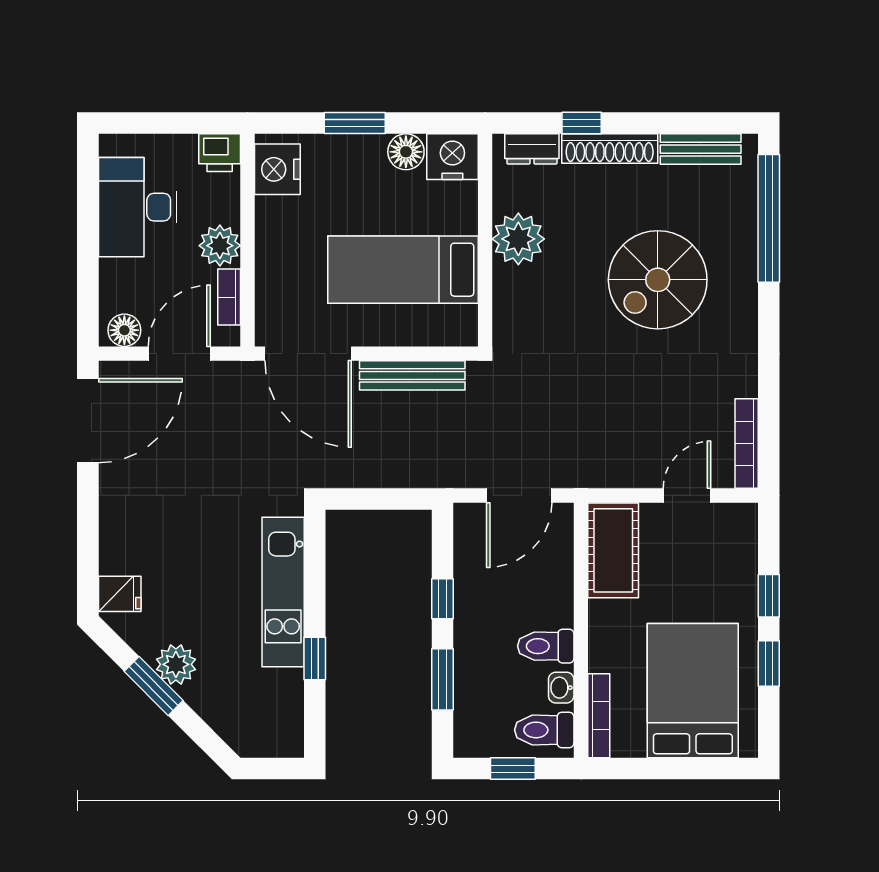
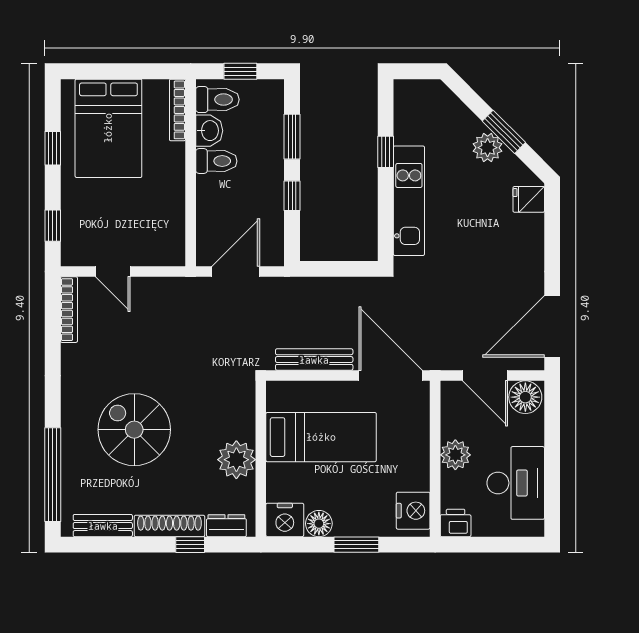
spiral stairs: (658, 280) -> (134, 430), turned -90
bookcase: (229, 297) -> (449, 417), removed
floor lamp: (124, 330) -> (525, 397), width x1.38, depth x1.38
door: (179, 354) -> (485, 376), hinge flipped
door: (687, 495) -> (113, 271), hinge flipped
cot: (613, 550) -> (167, 231), removed
window: (769, 596) -> (53, 226), moved
washbasin: (561, 688) -> (209, 131), width x1.38, depth x1.45

